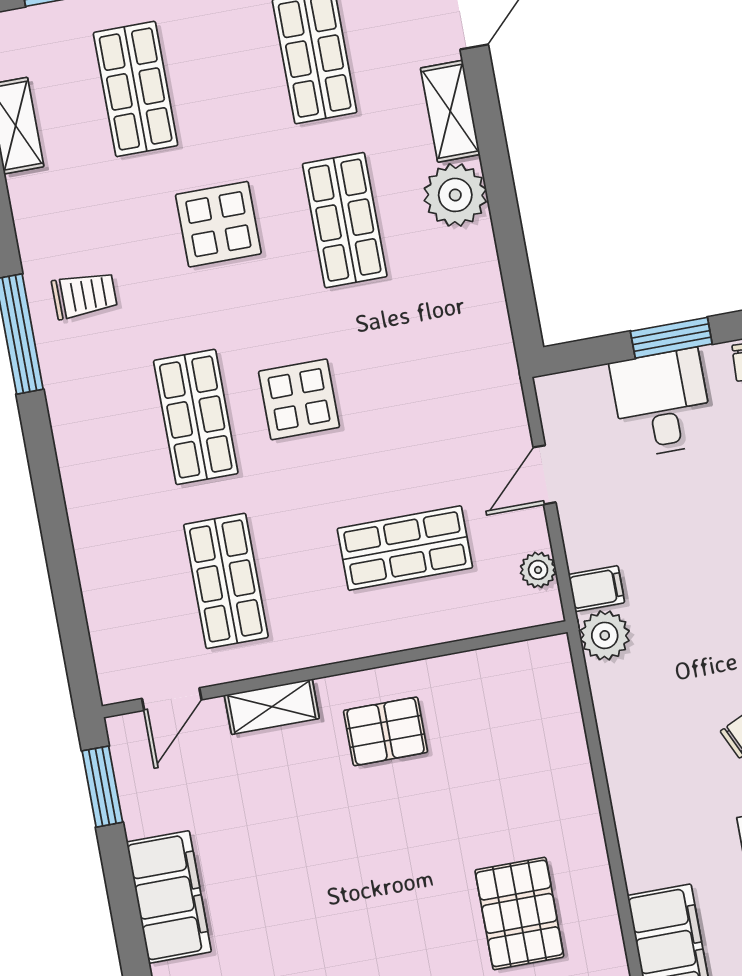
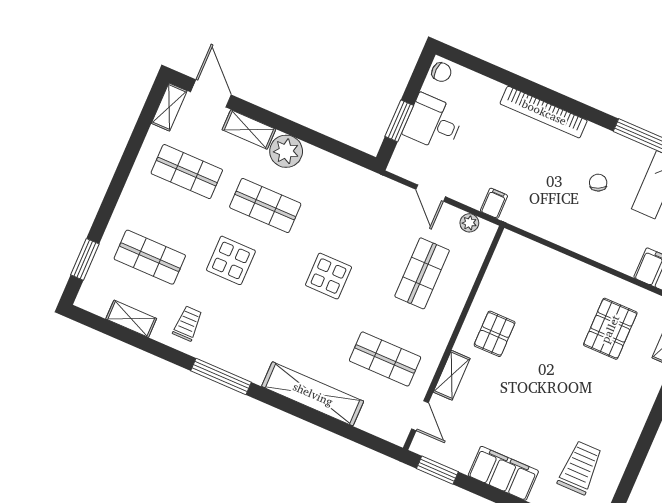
trolley: (84, 295) -> (188, 323), moved
window: (671, 338) -> (399, 121), moved
shop shelf: (196, 417) -> (307, 325), removed
shelving: (91, 501) -> (313, 394), added
plant: (605, 635) -> (516, 213), removed
pallet: (519, 913) -> (610, 329), turned 90

